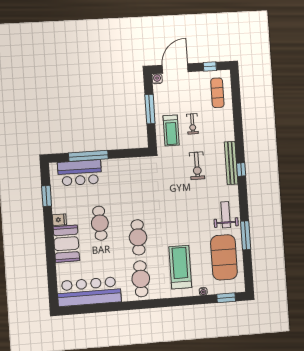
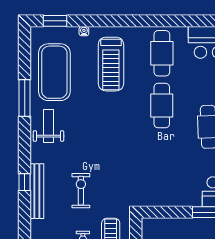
weight bench: (226, 215) -> (48, 126), turned 180

